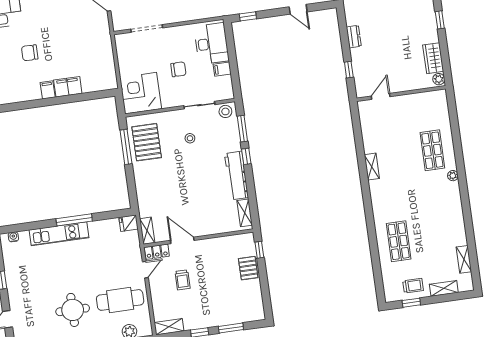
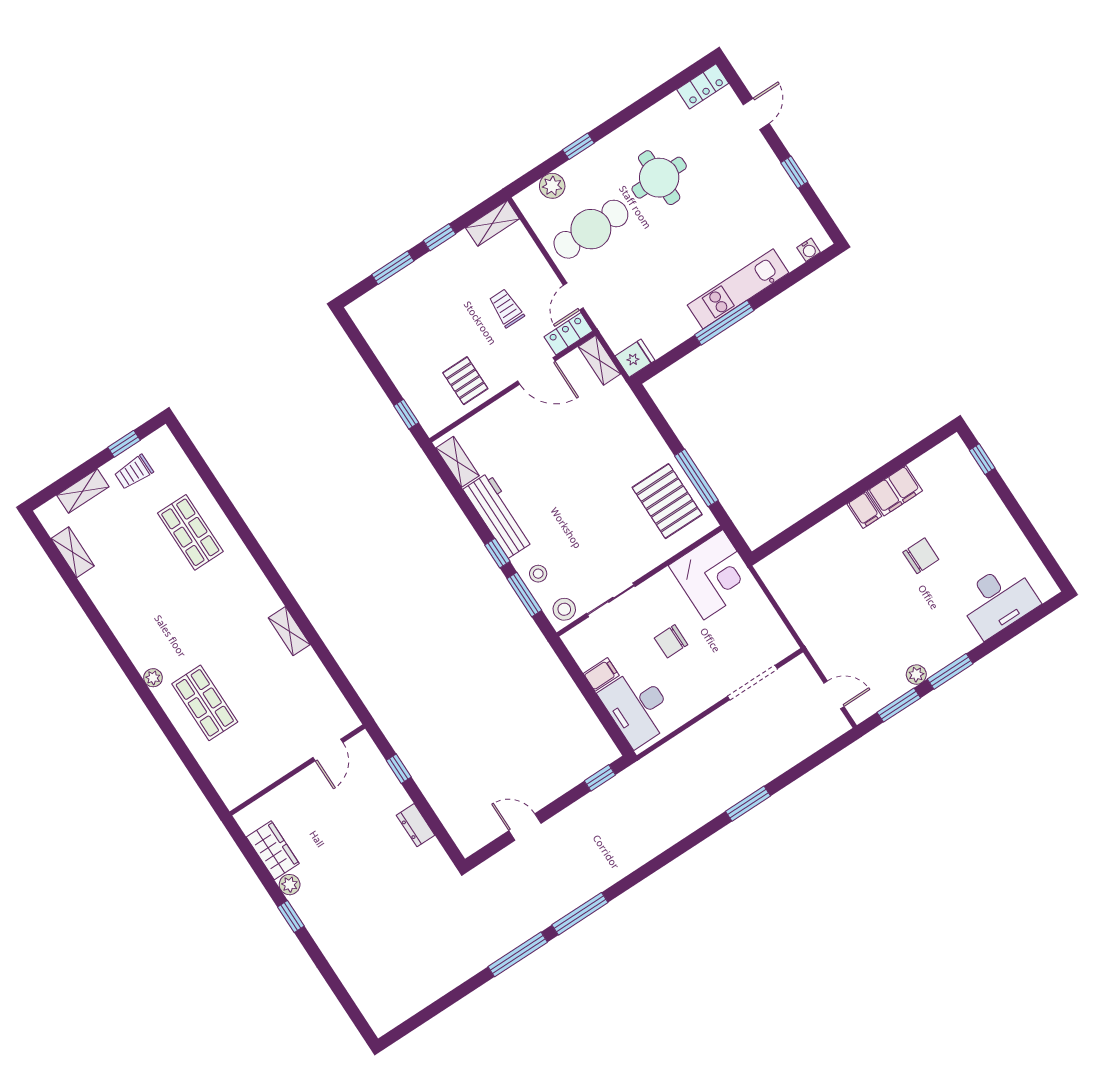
plant: (439, 79) -> (290, 885), moved
filing cabinet: (68, 87) -> (895, 491), moved
stool: (190, 138) -> (538, 574), moved
pallet: (248, 268) -> (465, 381), moved

